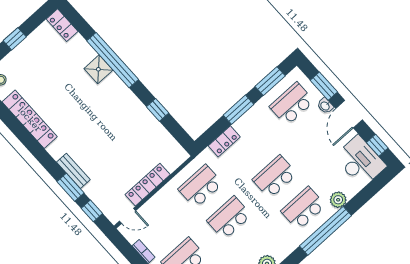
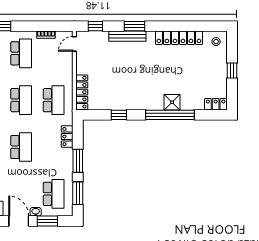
bench: (73, 171) -> (127, 36), width x1.36
locker: (148, 185) -> (82, 92), moved
window: (71, 187) -> (134, 26), moved

